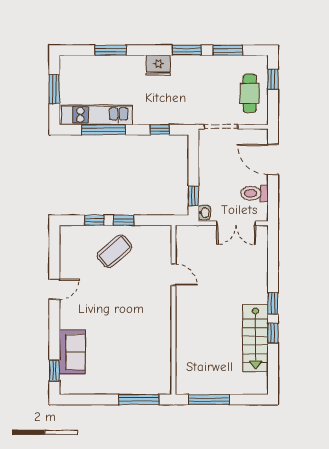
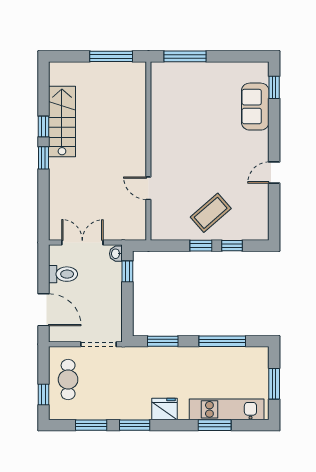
kitchen unit: (97, 115) -> (227, 409), moved, turned 180
window: (160, 130) -> (163, 341), width x1.50

